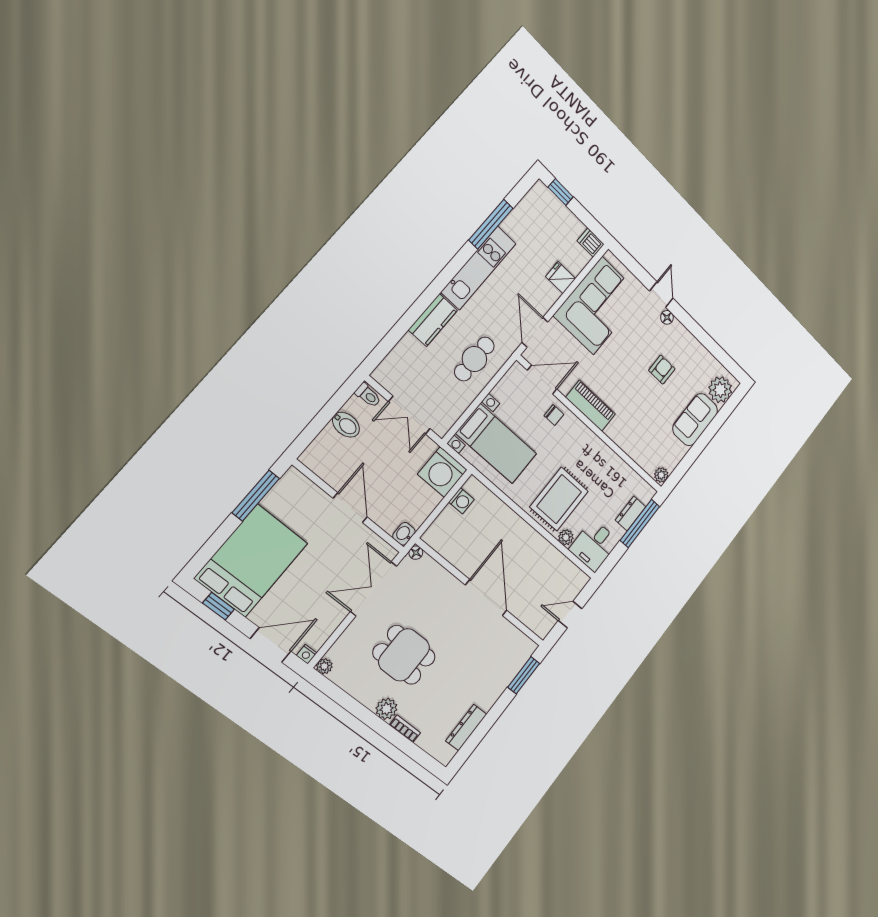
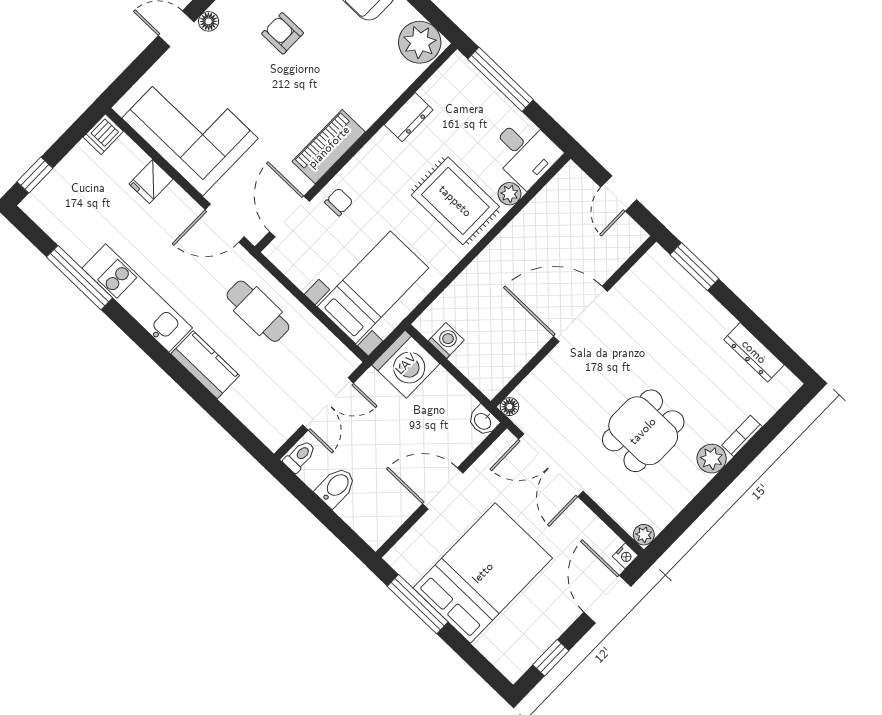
plant: (661, 475) -> (420, 42), width x1.87, depth x1.87
dresser: (630, 514) -> (409, 117), moved, turned -90
bed: (251, 561) -> (483, 573), moved, turned 90

